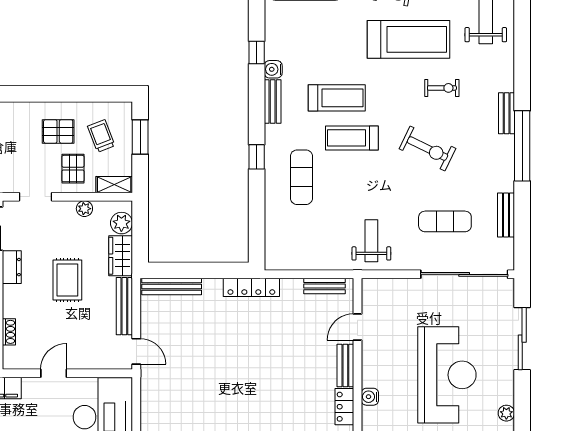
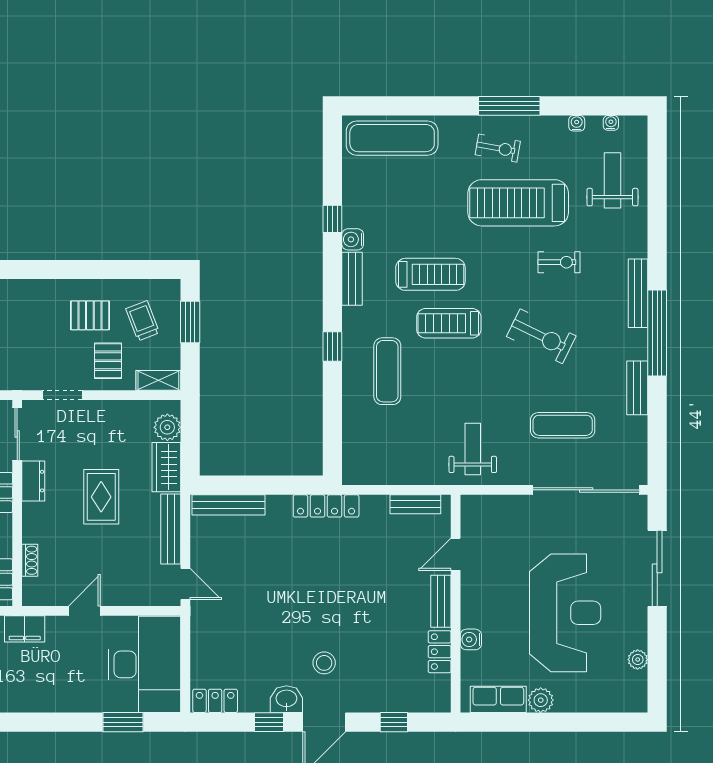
treadmill: (409, 39) -> (518, 203), turned 180
bench: (507, 113) -> (638, 293), width x1.36
plant: (84, 209) -> (122, 410), removed
bench: (506, 215) -> (637, 388), moved
stool: (250, 416) -> (324, 663), added

